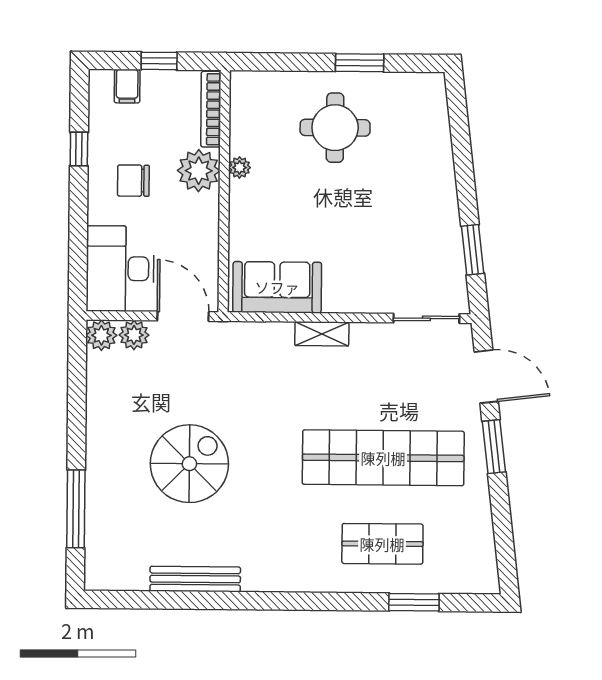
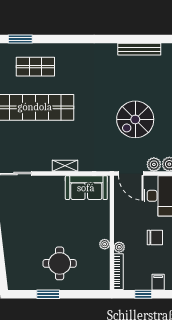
plant: (199, 171) -> (119, 247), width x0.53, depth x0.53
spiral stairs: (189, 464) -> (135, 119), moved
bench: (195, 579) -> (139, 49), moved

